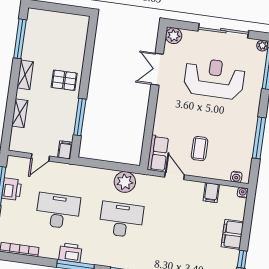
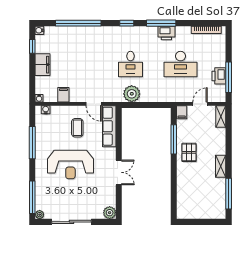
double door: (157, 69) -> (119, 172), moved
reception desk: (214, 78) -> (70, 165), moved
pallet: (64, 80) -> (189, 152), moved, turned 90
shelving: (20, 113) -> (221, 116), moved
row of seats: (158, 153) -> (109, 126), width x1.48
desk: (121, 220) -> (130, 64), width x0.73

